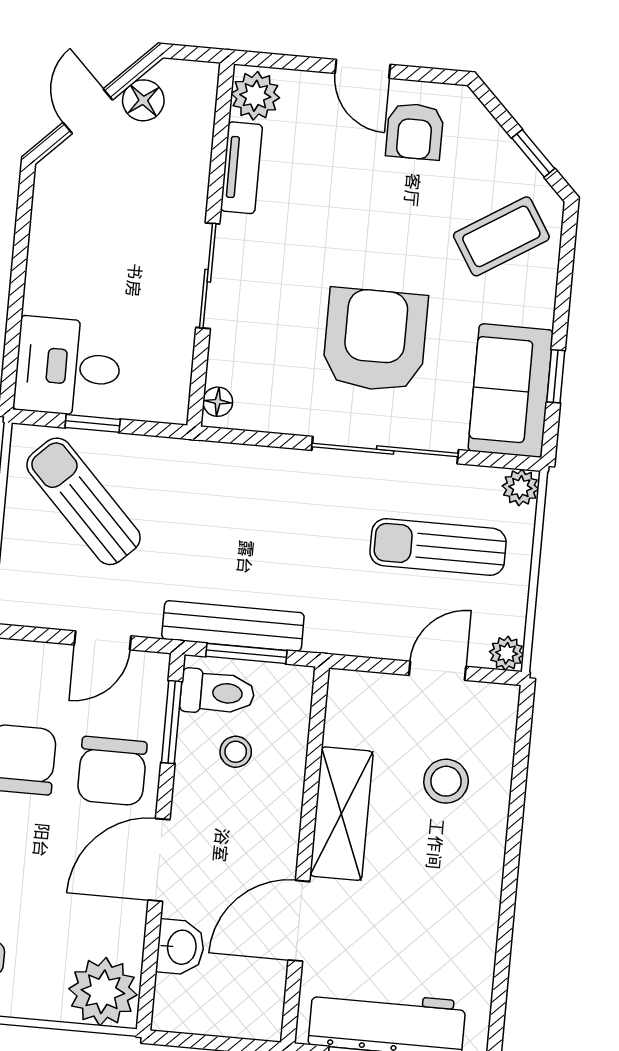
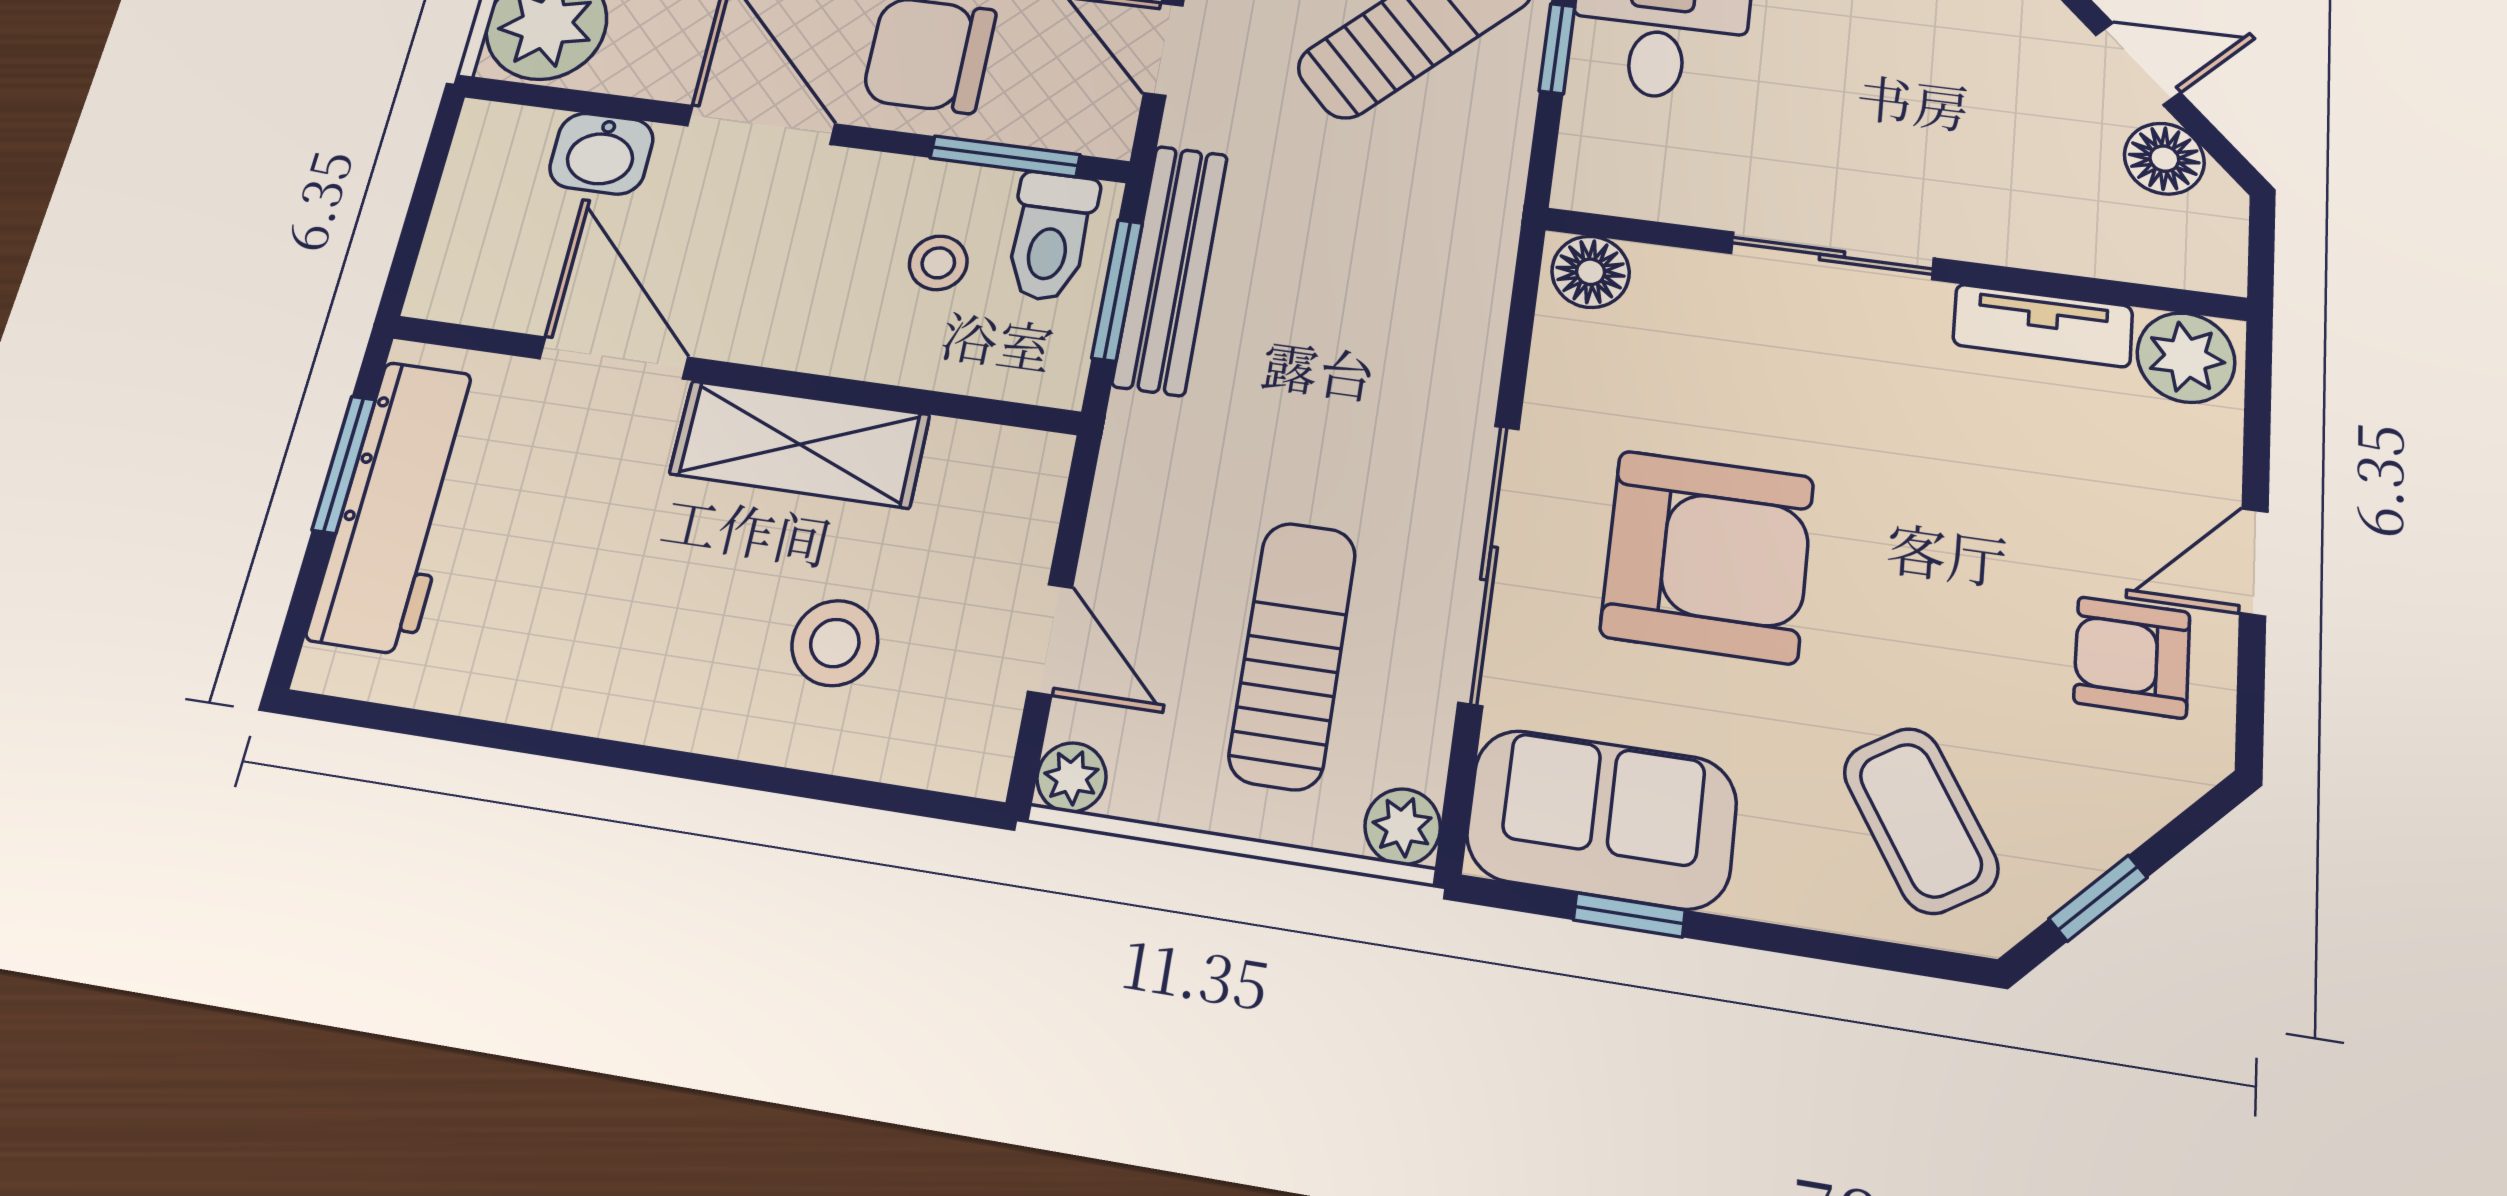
floor lamp: (218, 402) -> (1591, 272), width x1.37, depth x1.37

